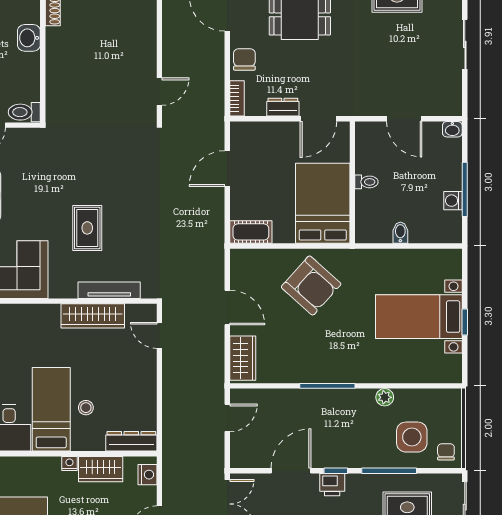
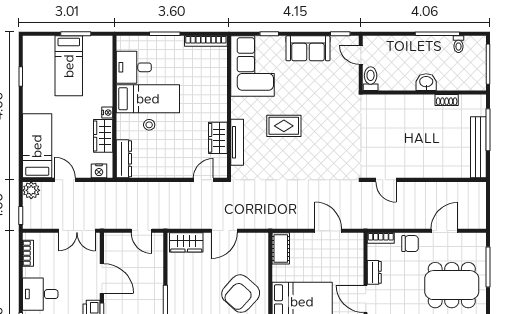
wardrobe: (93, 316) -> (218, 138), width x0.67

